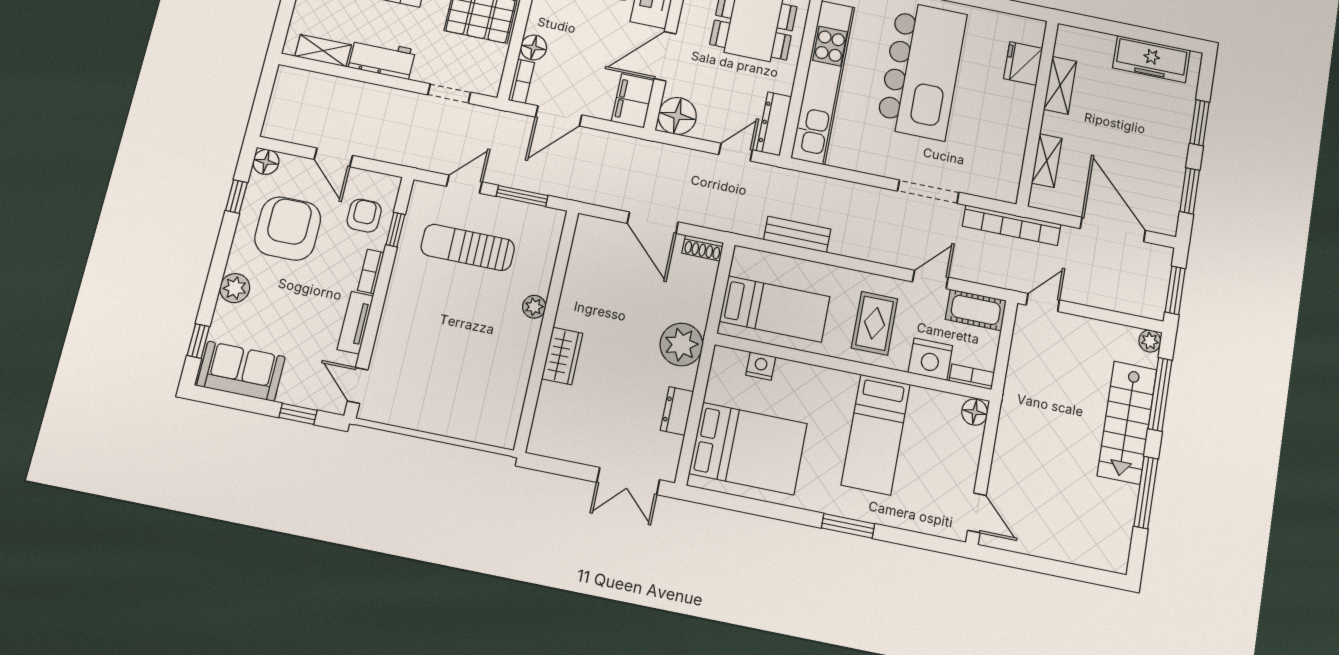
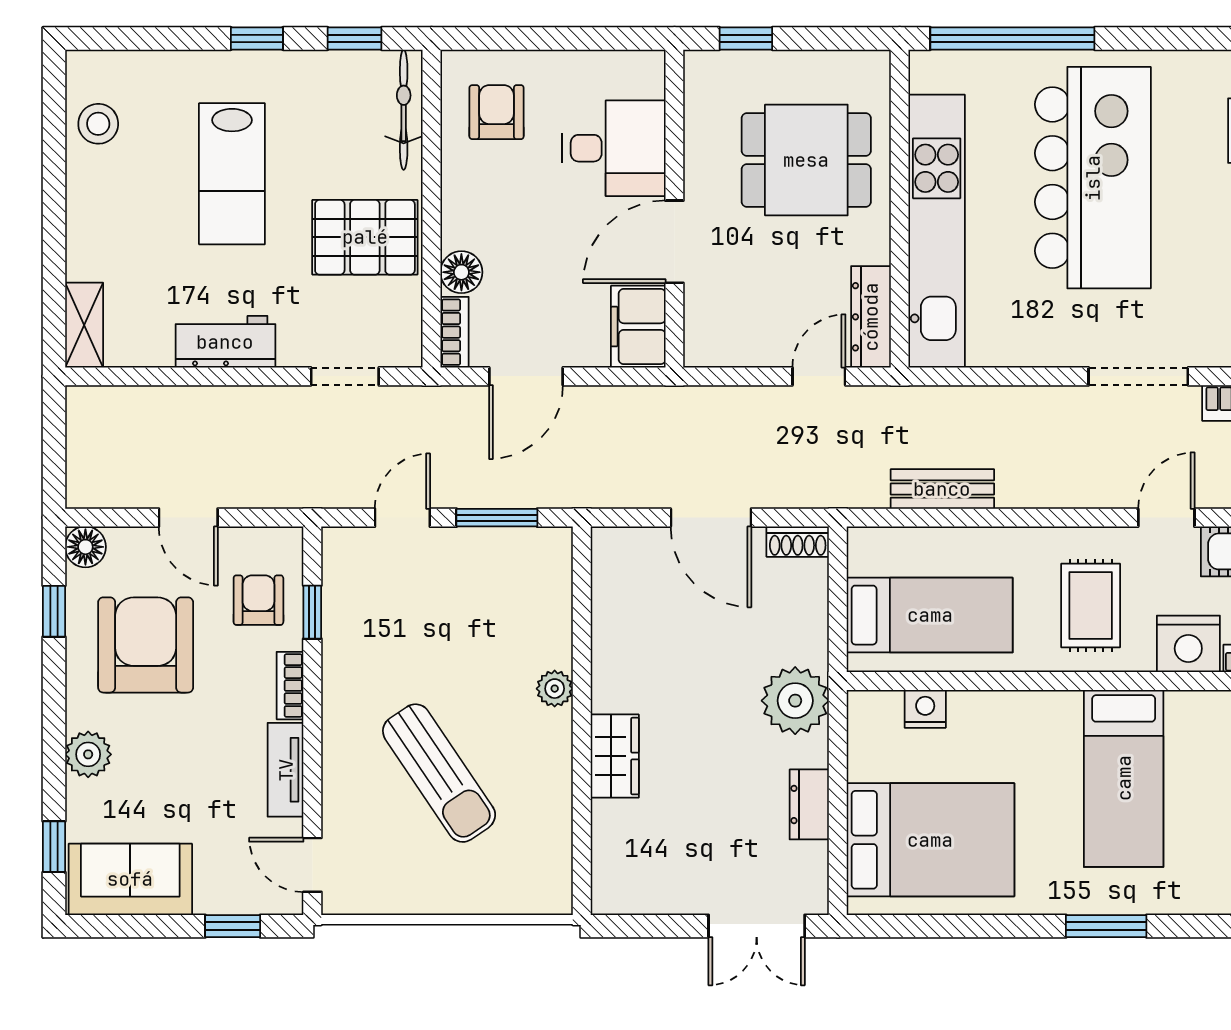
shelving: (323, 51) -> (84, 325), moved, turned 90
floor lamp: (677, 116) -> (714, 337), removed
sun lounger: (468, 247) -> (439, 773), moved, turned -124

